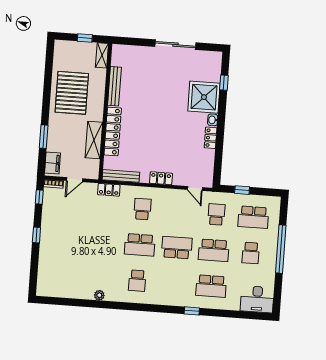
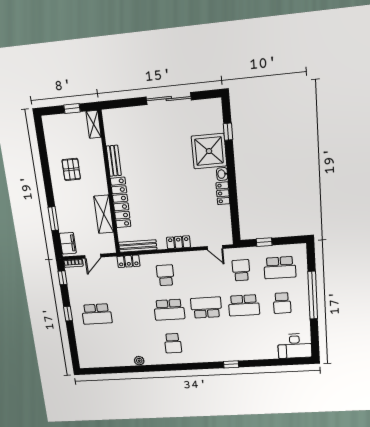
bench: (114, 86) -> (114, 161), width x0.73
pallet: (72, 93) -> (71, 169), width x0.49, depth x0.50
school desk: (211, 286) -> (97, 314), moved

